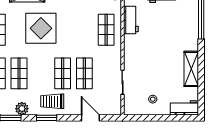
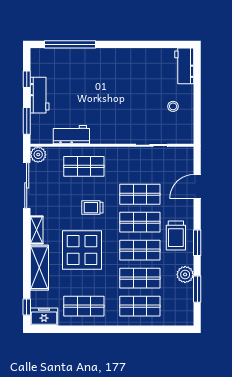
trolley: (74, 36) -> (92, 208), added
shelving: (191, 69) -> (134, 57), removed
shop shelf: (41, 73) -> (140, 250), added

